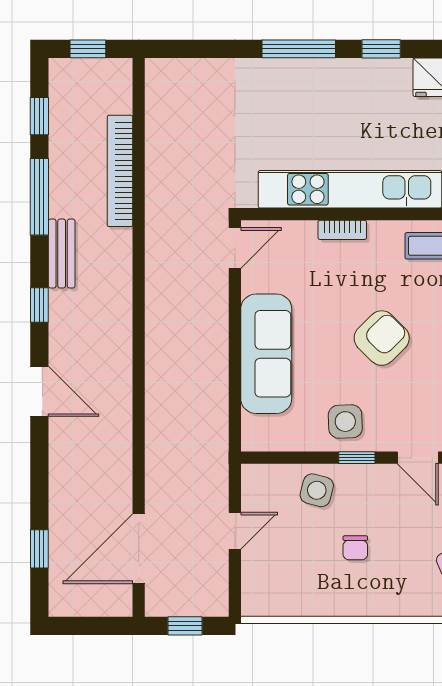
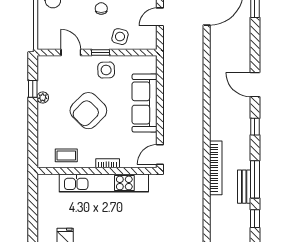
bookcase: (120, 171) -> (216, 168), moved
bench: (62, 254) -> (244, 187), moved
armchair: (382, 338) -> (88, 111), width x1.36, depth x1.36

